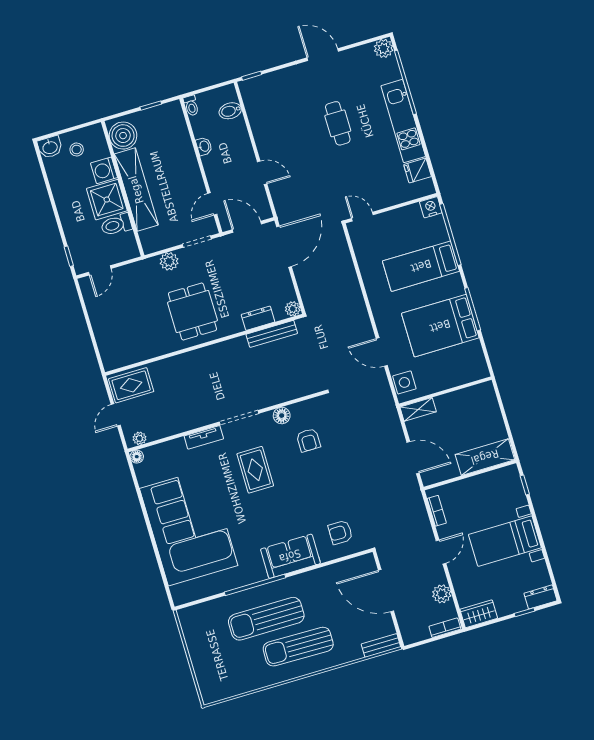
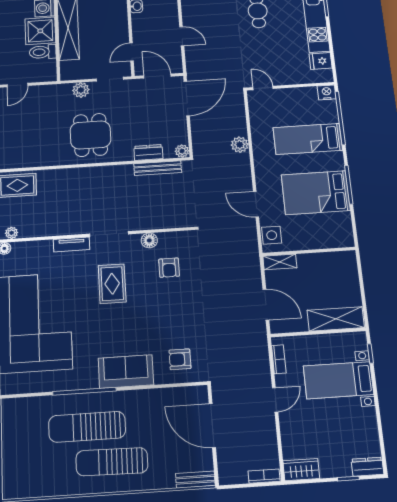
bed with nightstands: (505, 541) -> (338, 380), moved
plant: (442, 594) -> (240, 145), moved

